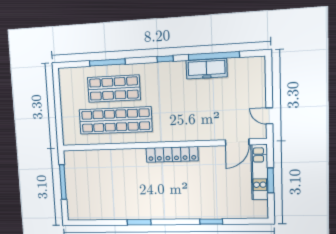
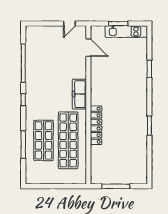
freezer: (207, 69) -> (79, 94), moved, turned 180
locker: (172, 154) -> (96, 125), moved
kitchen unit: (260, 172) -> (126, 32), moved

